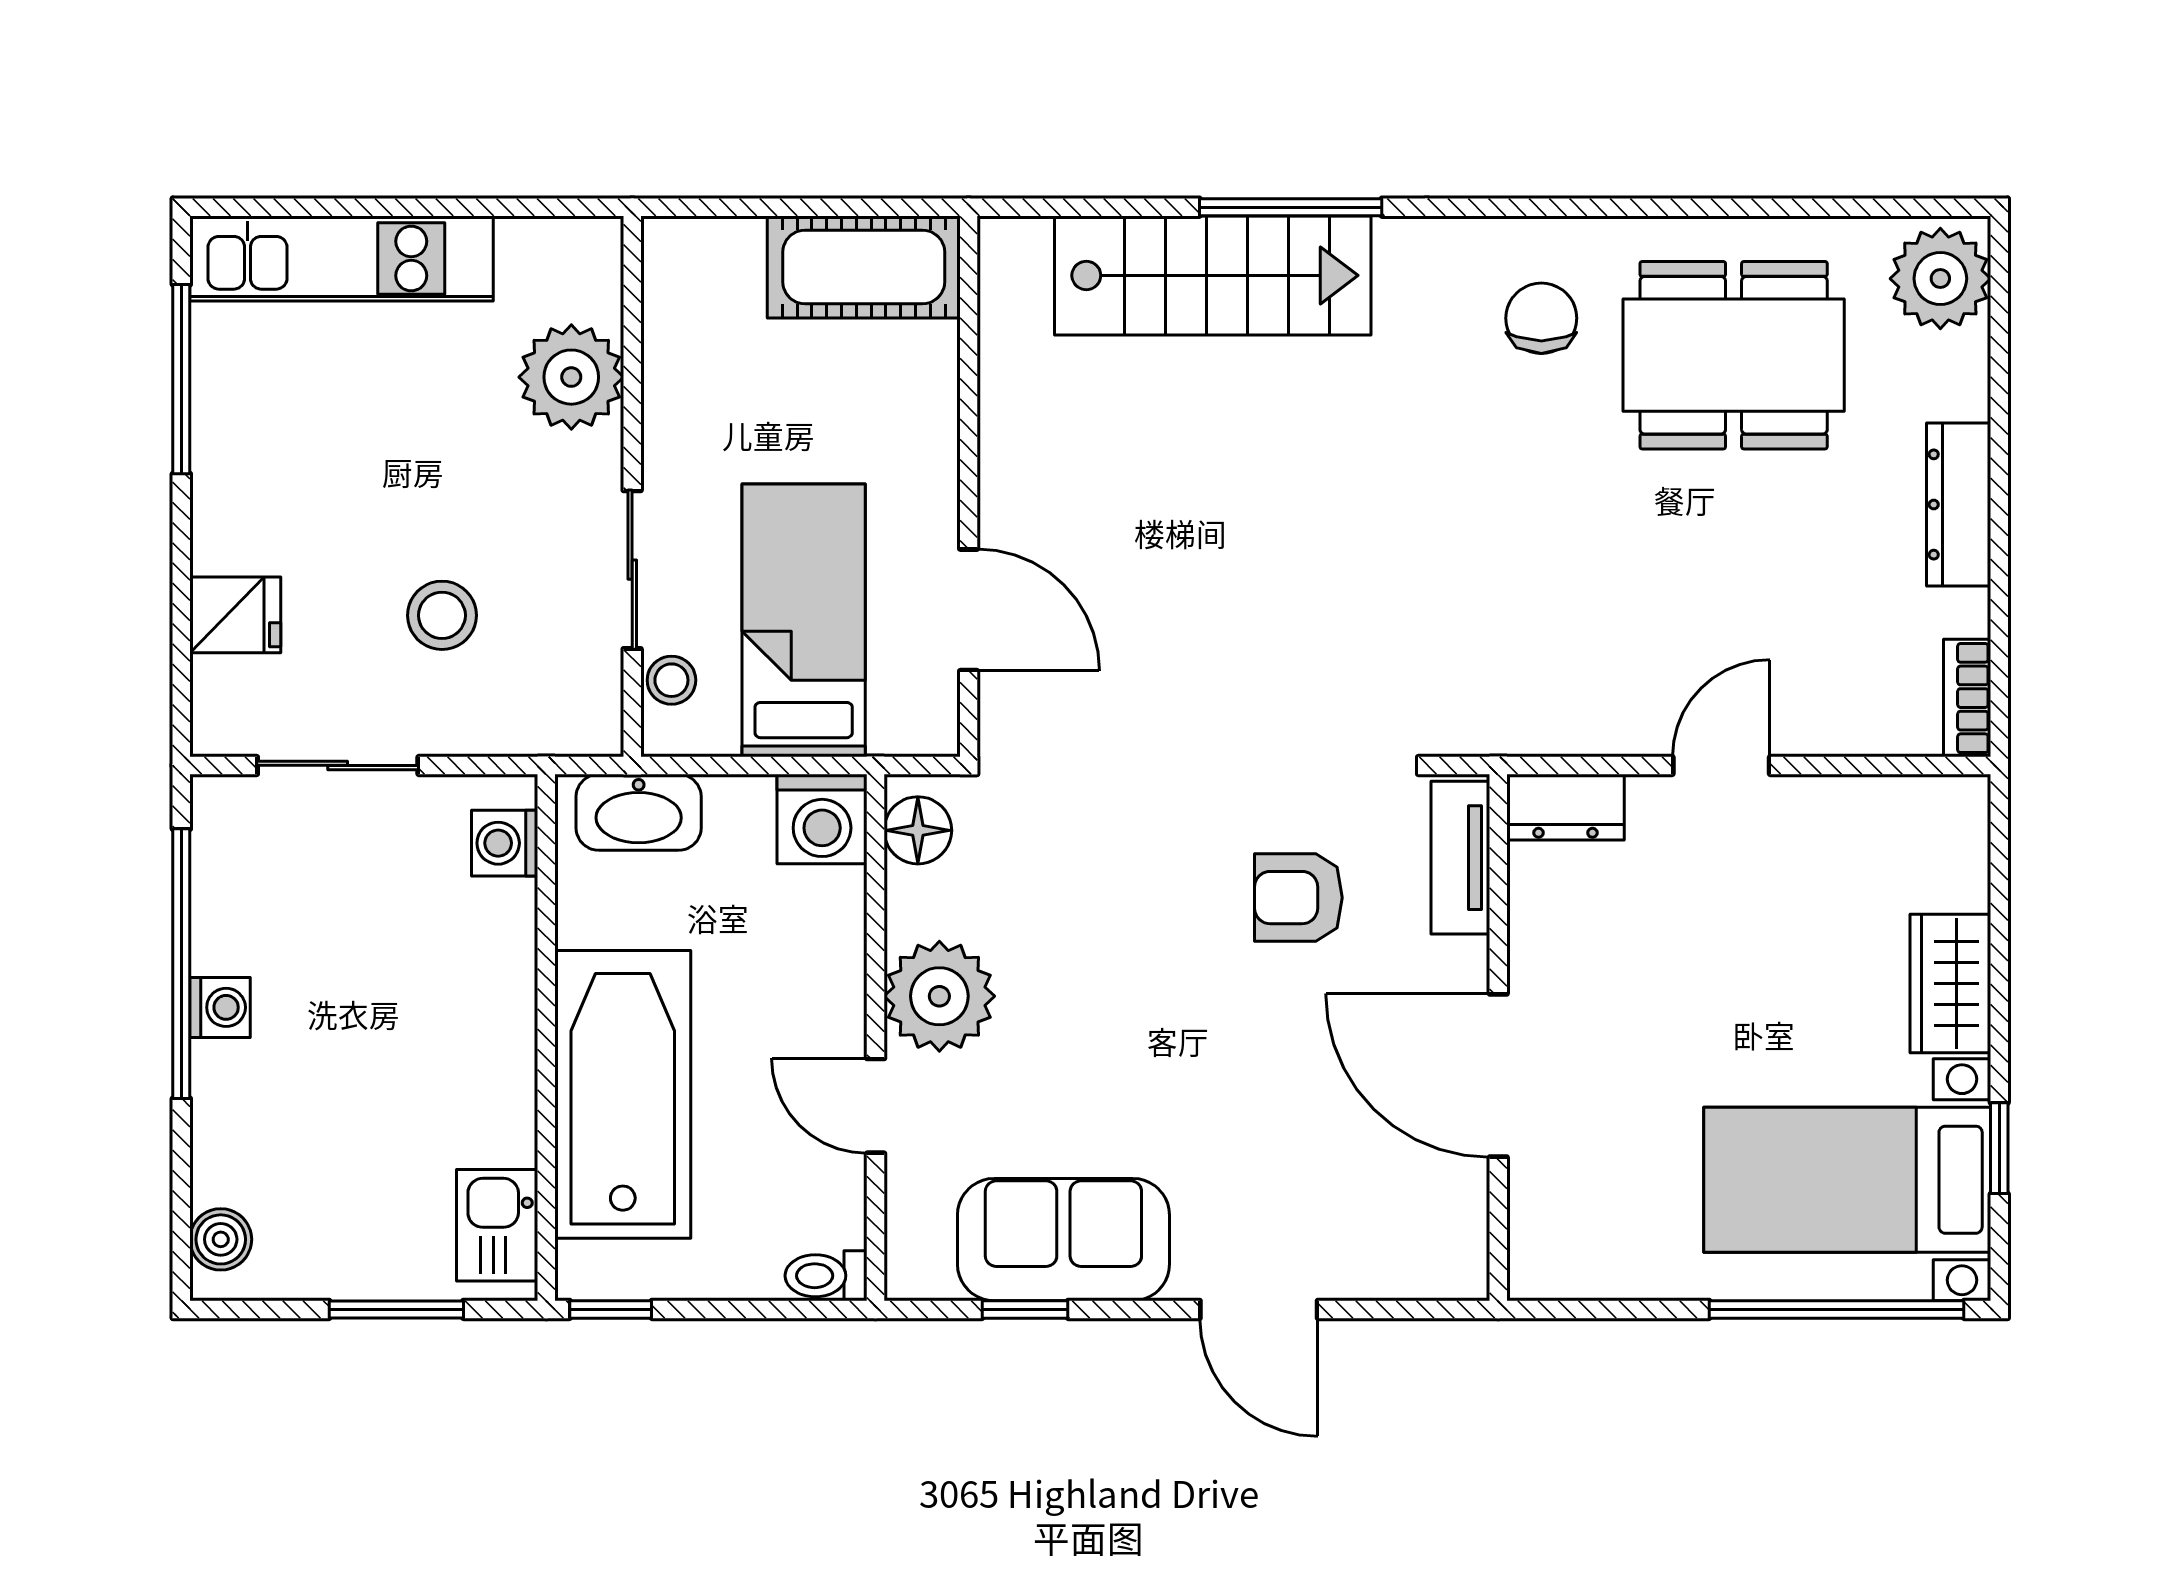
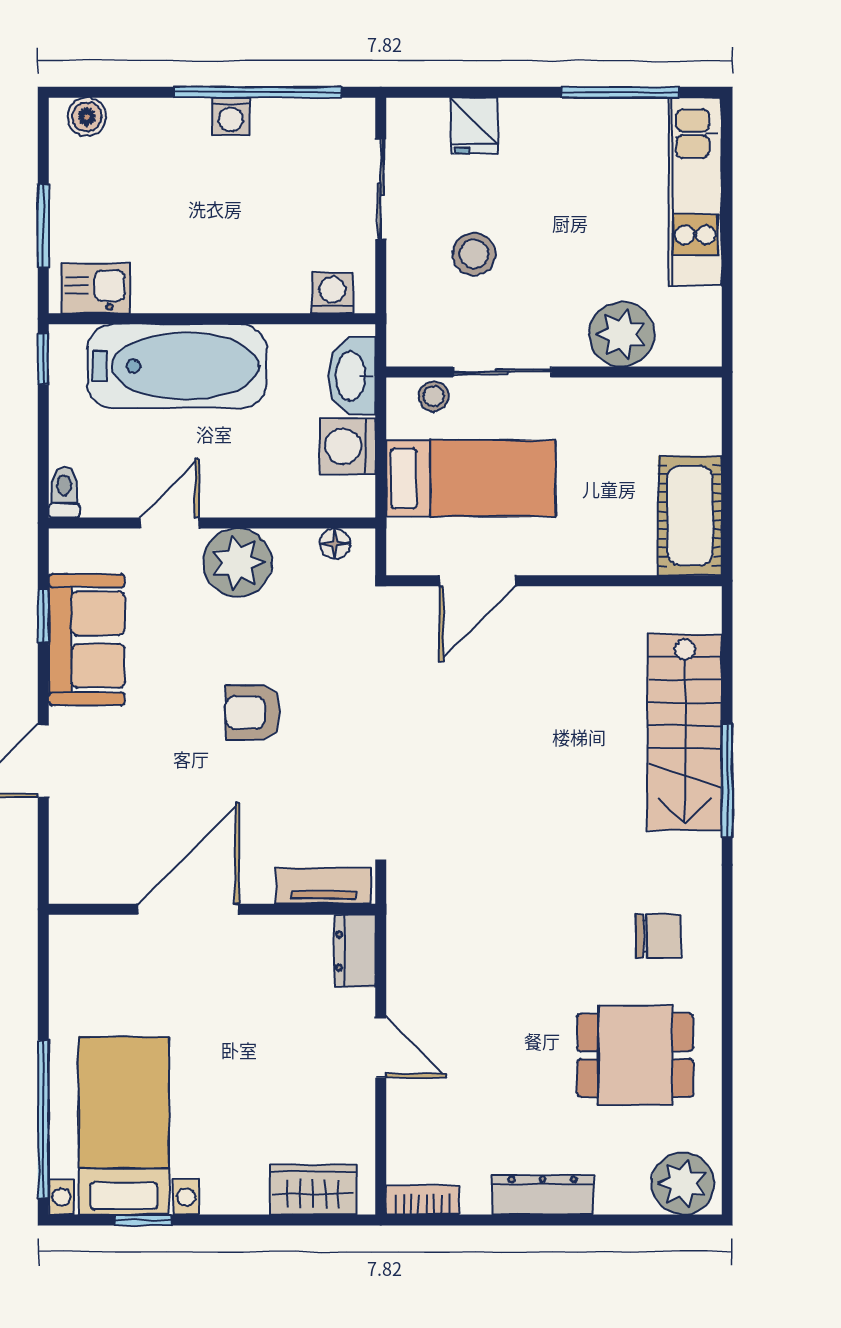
dining table: (1734, 355) -> (635, 1055), width x0.73
washing machine: (822, 819) -> (348, 446), moved
floor lamp: (918, 830) -> (335, 544), width x0.73, depth x0.73
armchair: (1298, 898) -> (253, 712), moved, turned -90
wardrobe: (1950, 983) -> (313, 1190), moved

